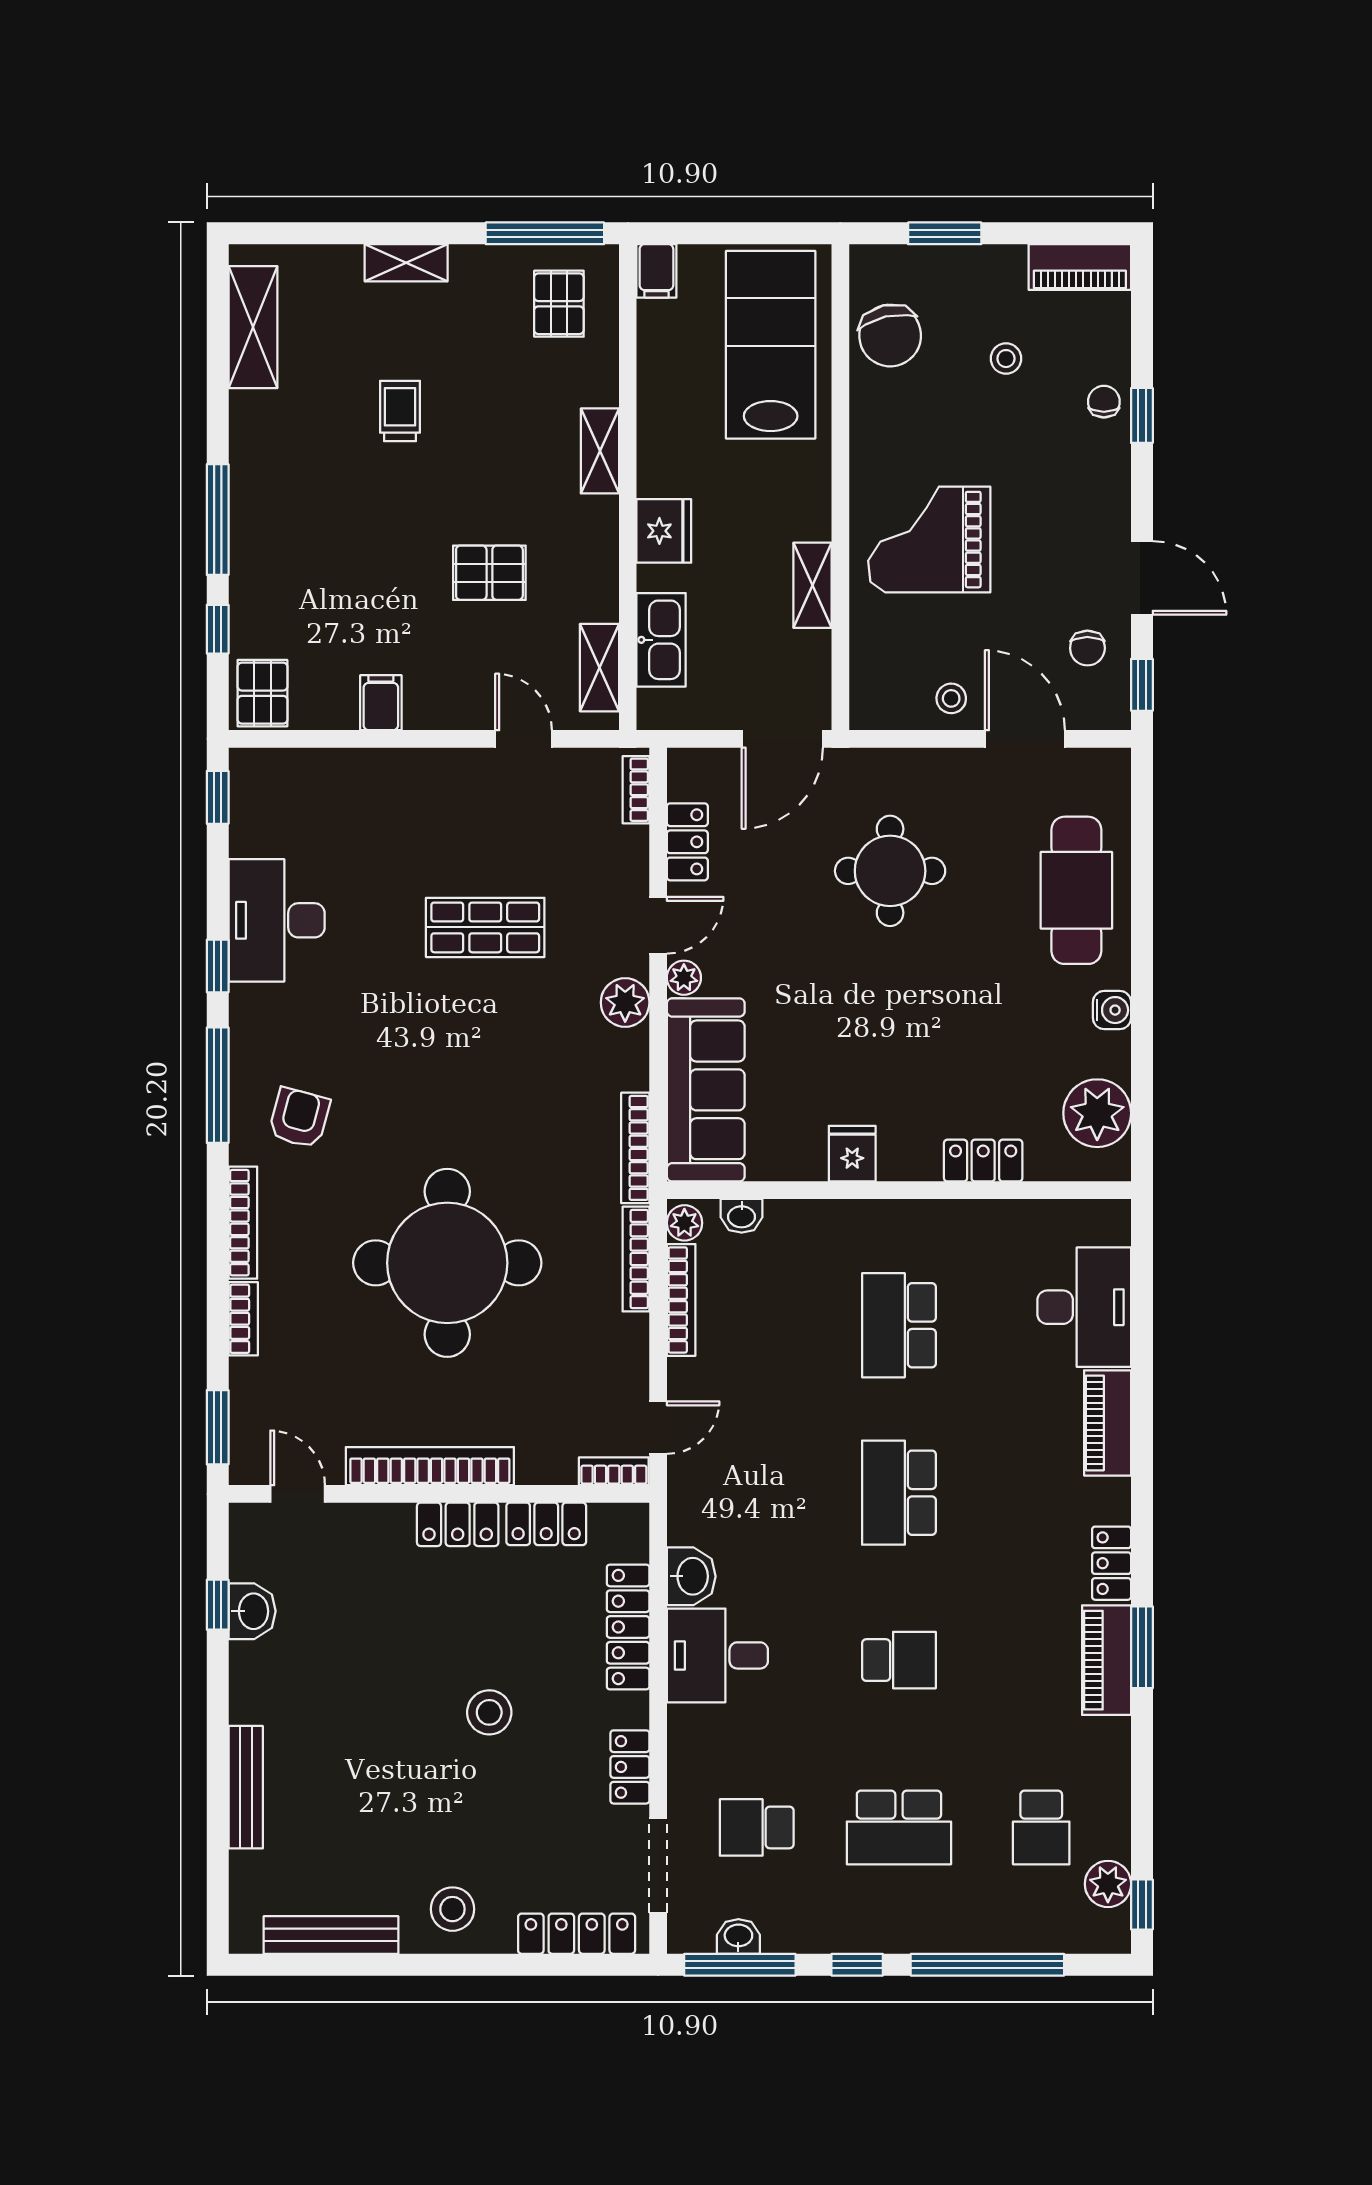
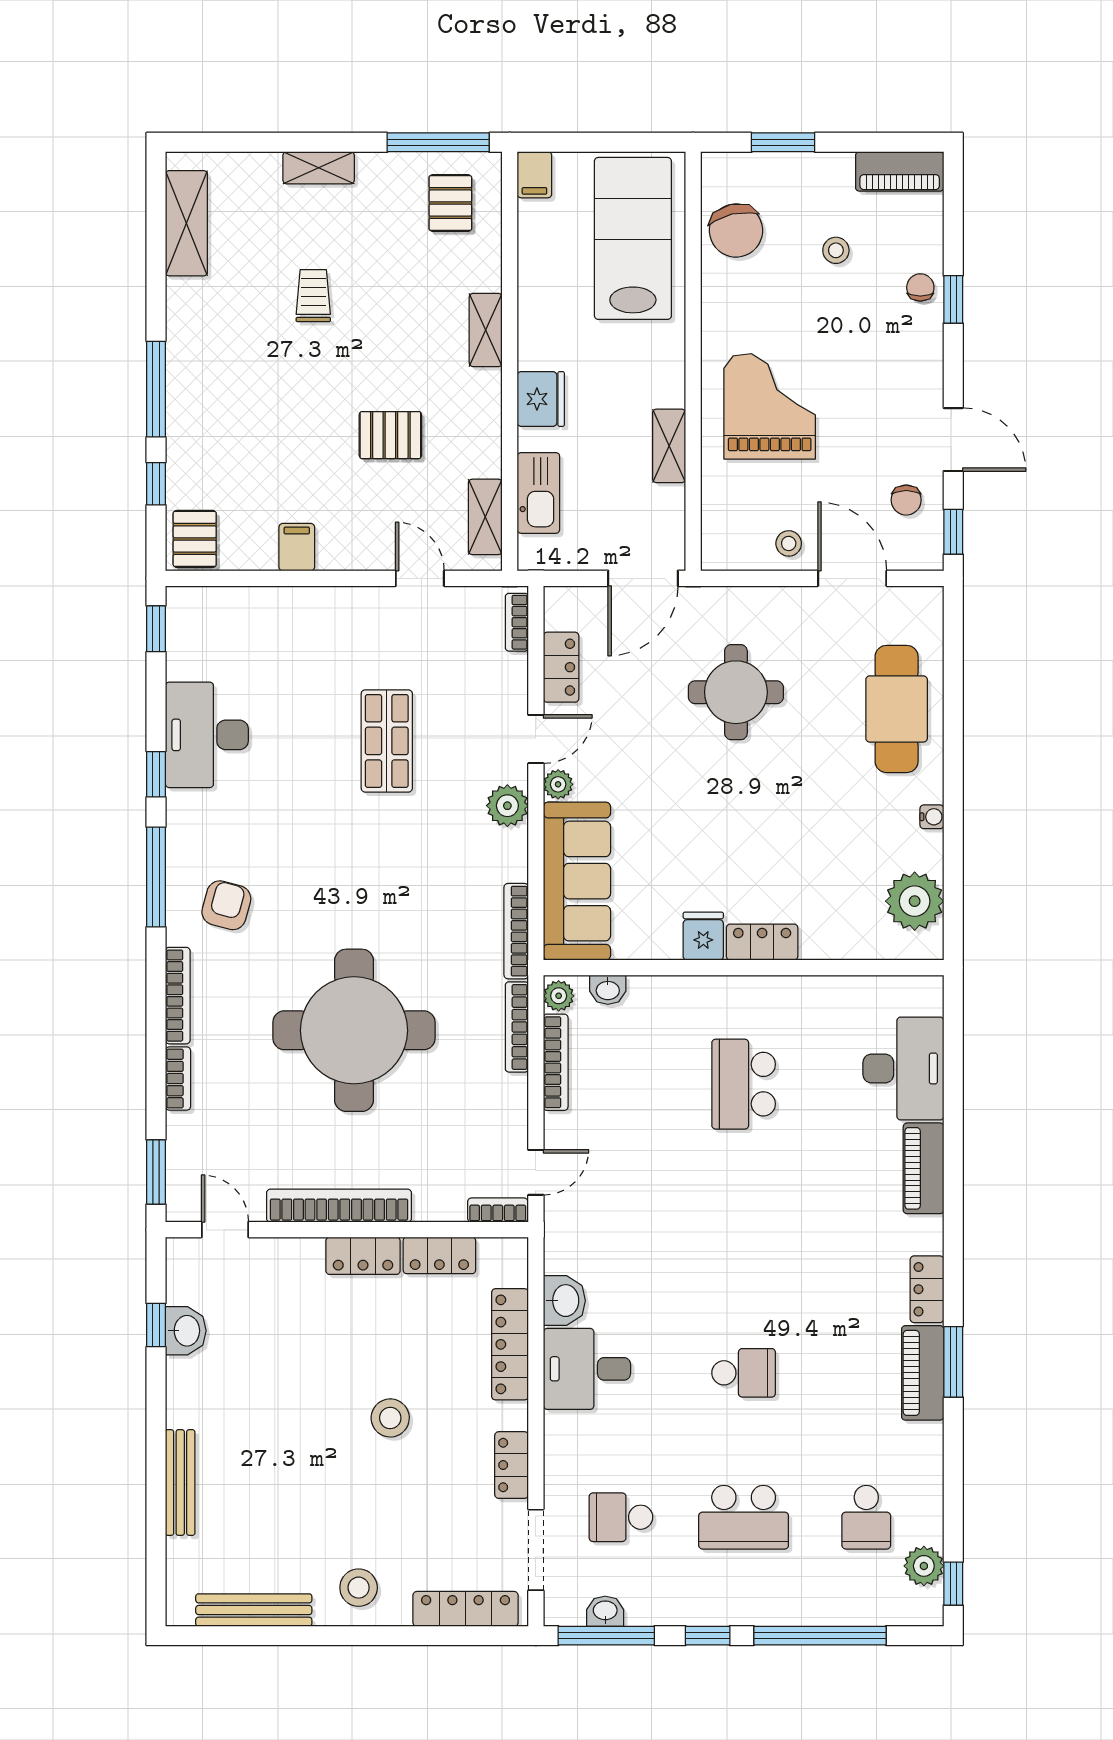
grand piano: (929, 540) -> (770, 406), turned 90
shop shelf: (485, 927) -> (387, 741), turned 90
water cooler: (1112, 1010) -> (932, 817), width x0.72, depth x0.72
locker: (983, 1161) -> (762, 942), moved
school desk: (899, 1493) -> (744, 1228), removed

